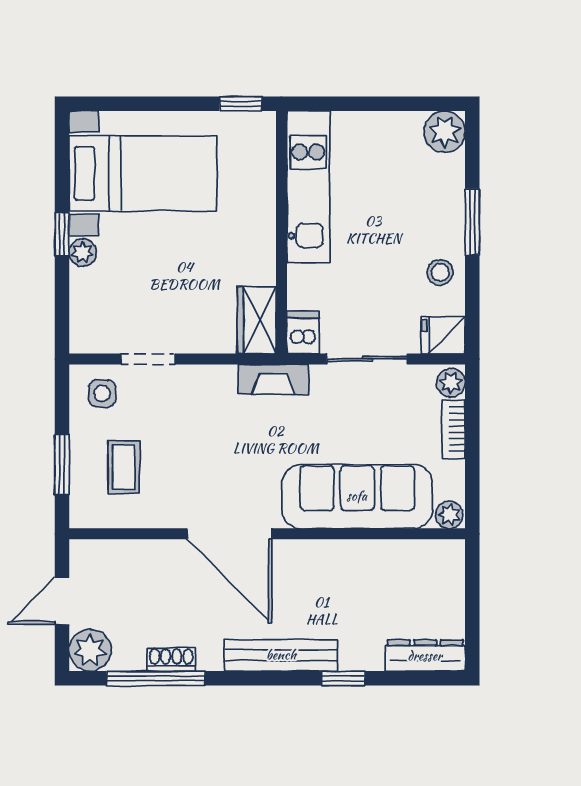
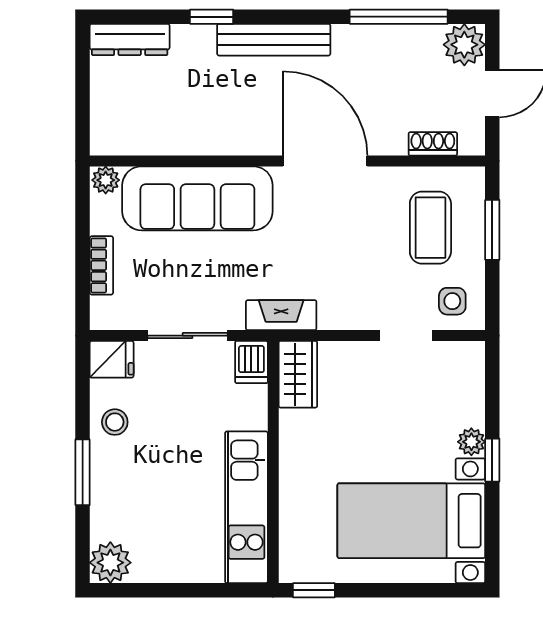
plant: (451, 383) -> (104, 312), removed
coffee table: (124, 467) -> (430, 228), width x1.36, depth x1.30
shoe rack: (171, 659) -> (433, 144), moved, turned 180

